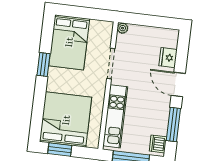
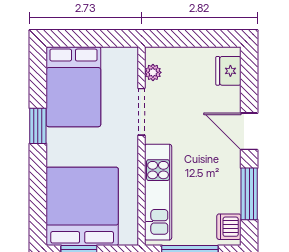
plant: (123, 28) -> (153, 72), moved
fridge: (168, 58) -> (228, 71), moved

